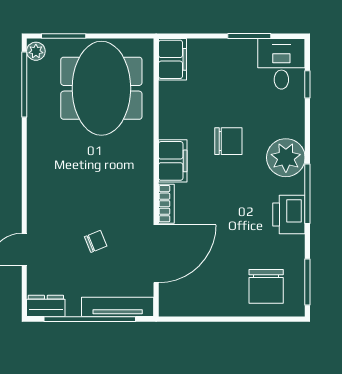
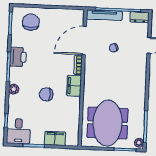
filing cabinet: (172, 59) -> (55, 138), moved, turned 90
plant: (286, 158) -> (14, 89), width x0.53, depth x0.53

